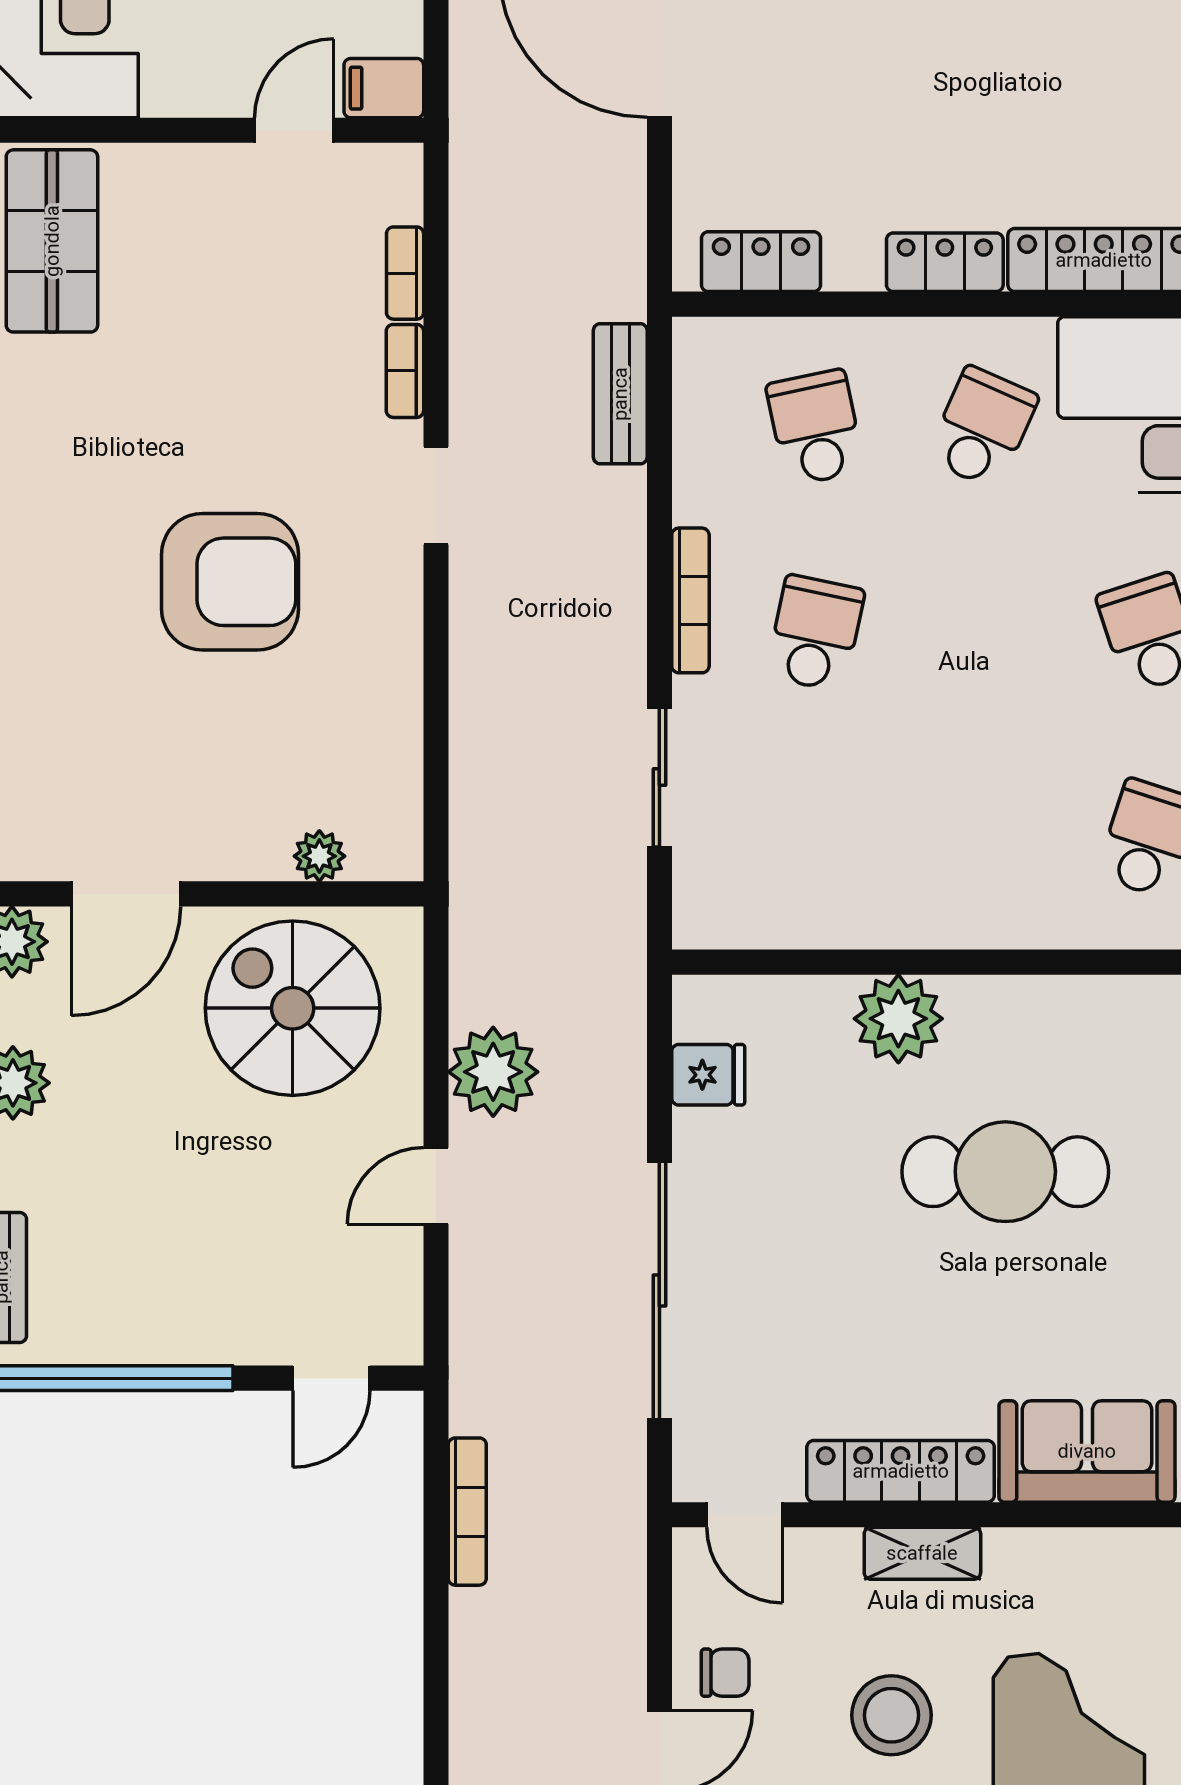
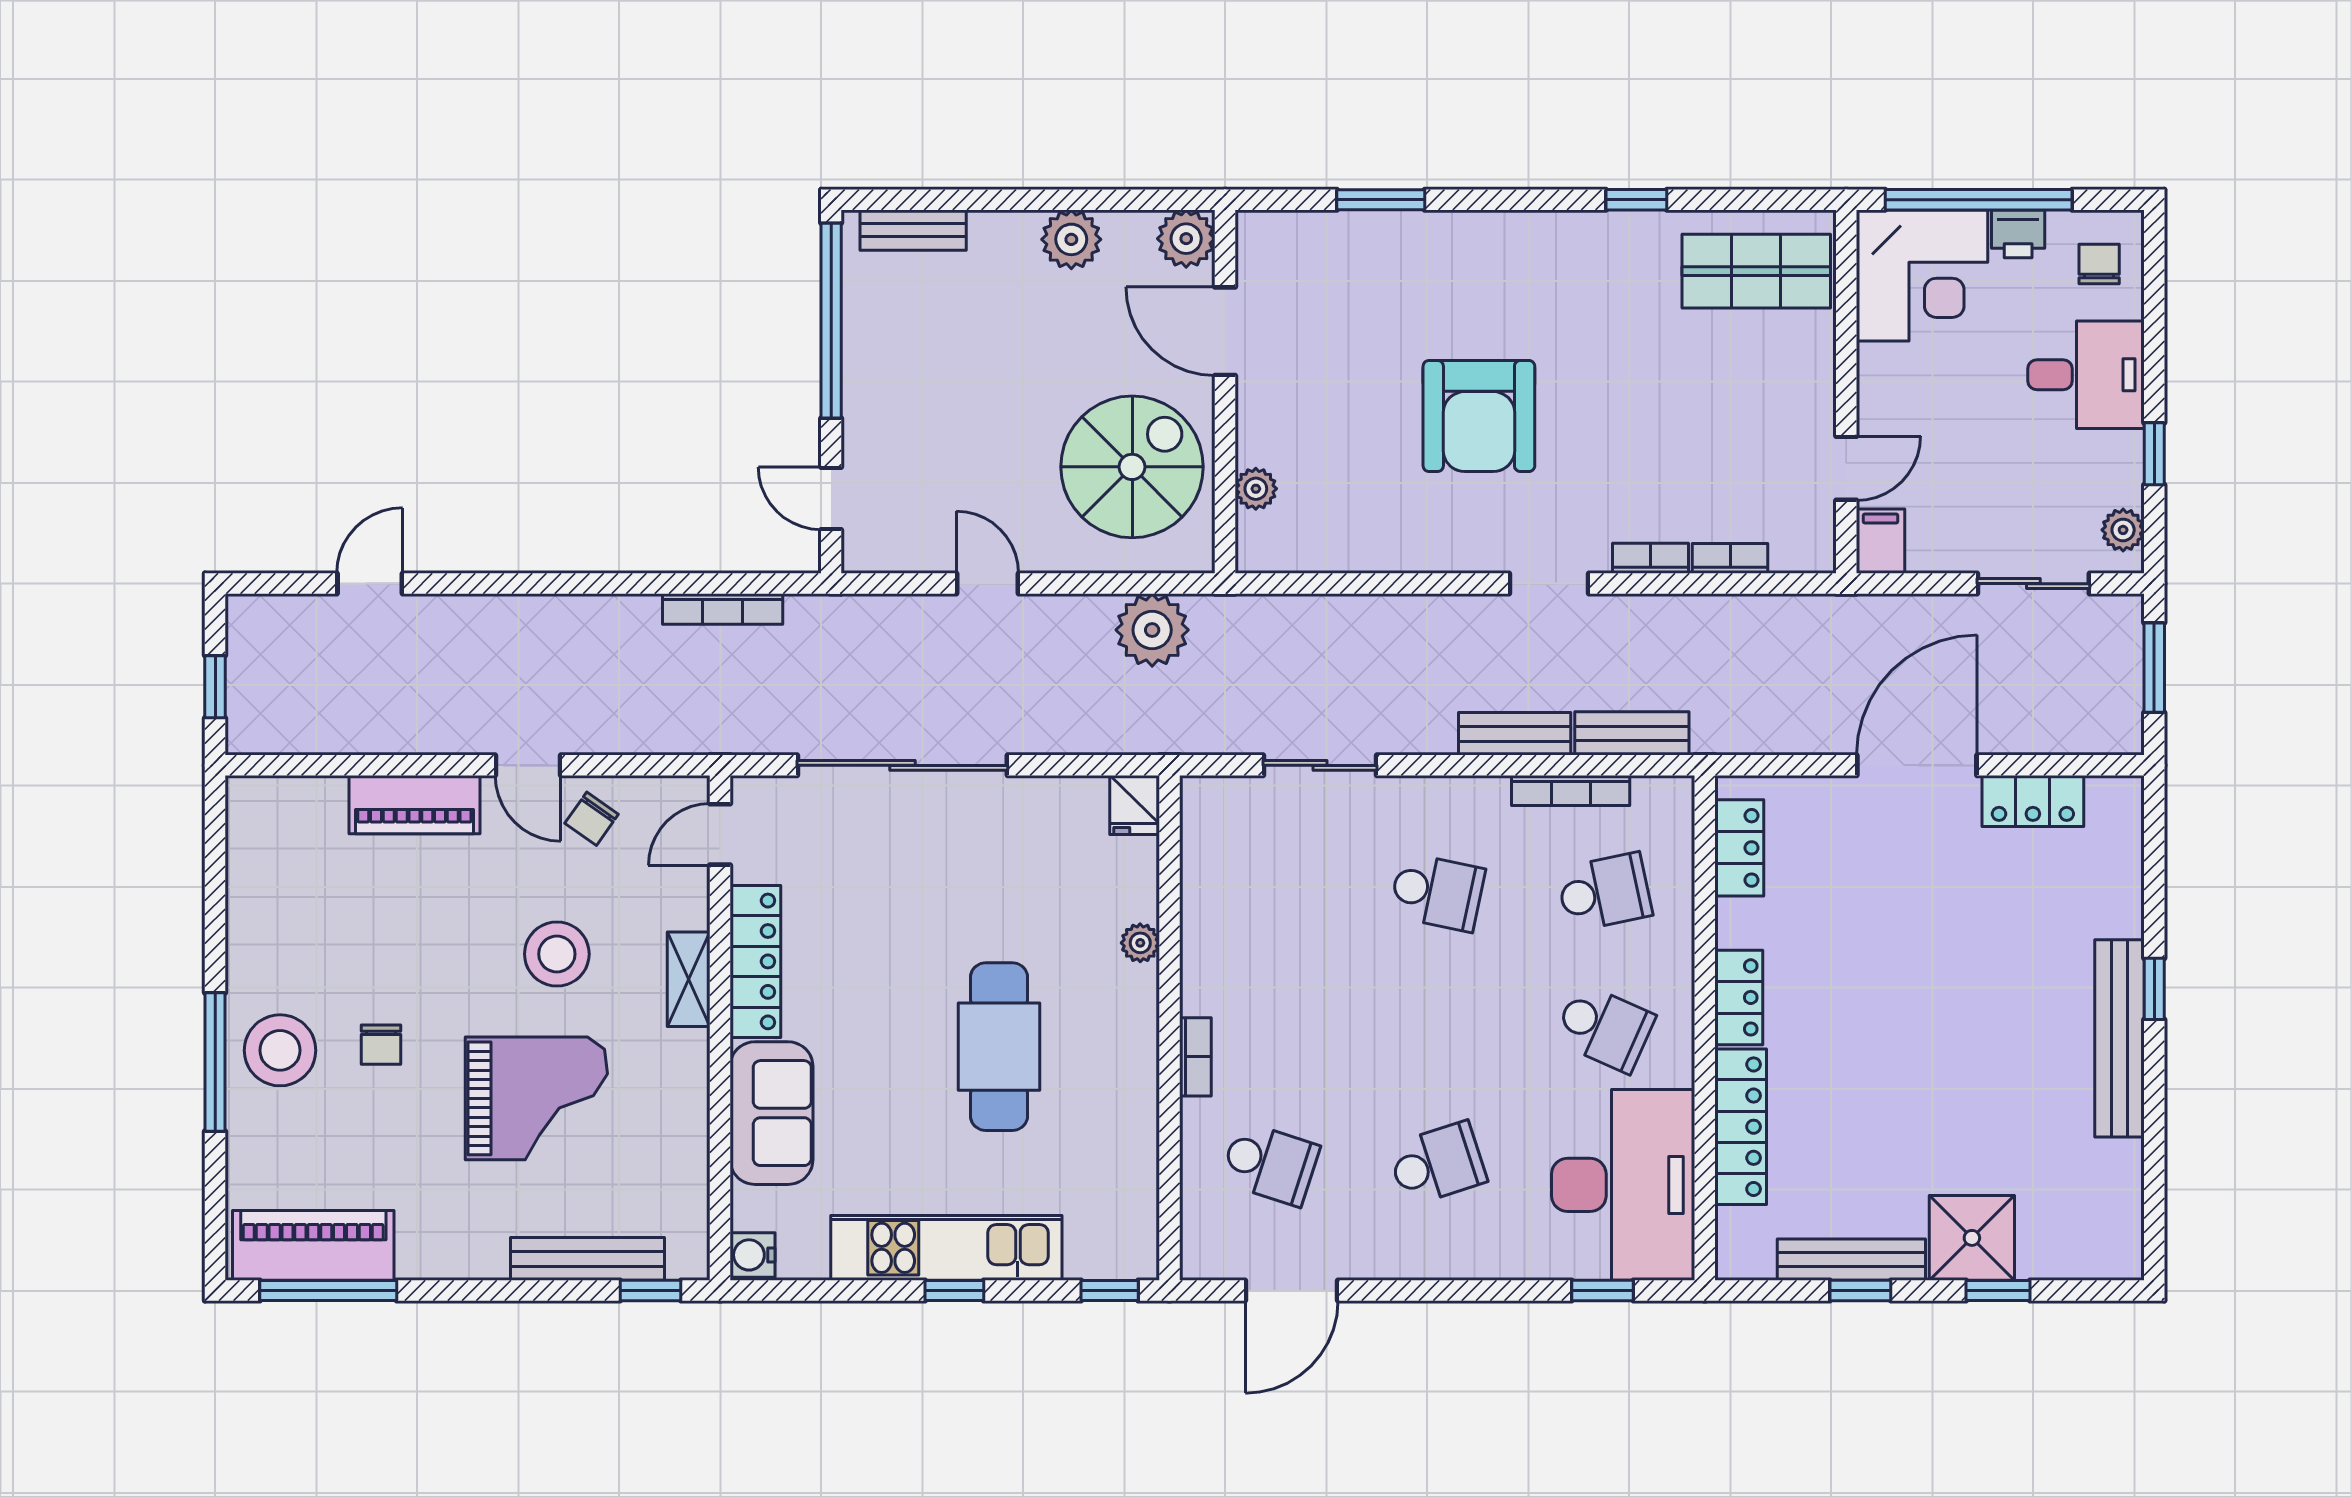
door: (294, 130) -> (1846, 468), hinge flipped
bench: (621, 538) -> (1515, 734), added
bookcase: (690, 600) -> (1571, 791), moved
bookcase: (1018, 930) -> (1195, 1057), added
plant: (898, 1019) -> (1140, 943), width x0.53, depth x0.53
plant: (493, 1072) -> (1152, 630), moved
fridge: (708, 1075) -> (1135, 805), moved
chair: (725, 1673) -> (592, 819), turned 35

